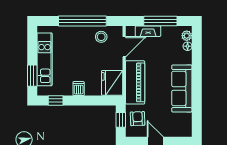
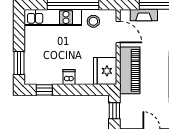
door: (124, 47) -> (118, 32), hinge flipped
kitchen unit: (45, 59) -> (53, 17), moved, turned 90
armchair: (138, 119) -> (133, 109), removed

